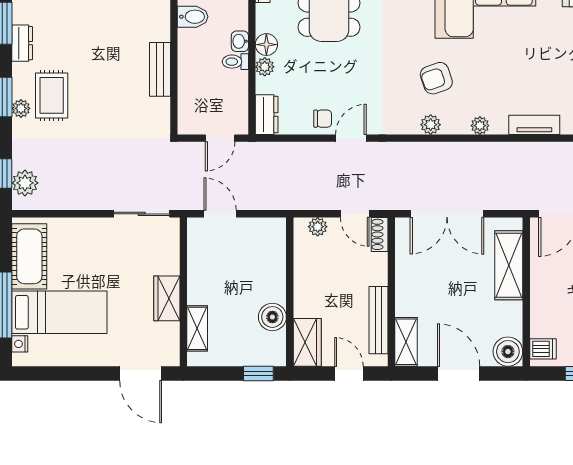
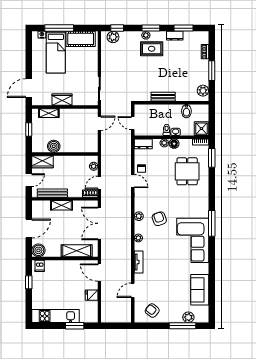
shelving: (406, 342) -> (61, 205), moved
window: (258, 373) -> (29, 130), moved

